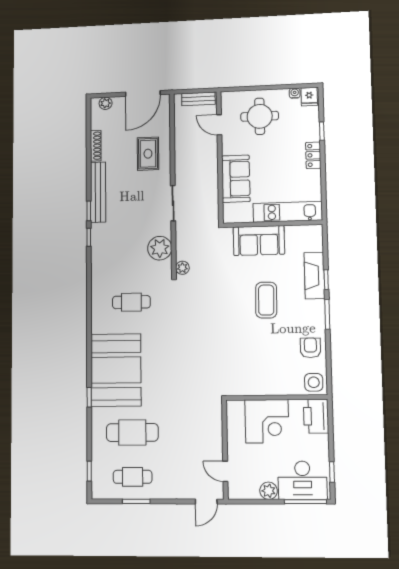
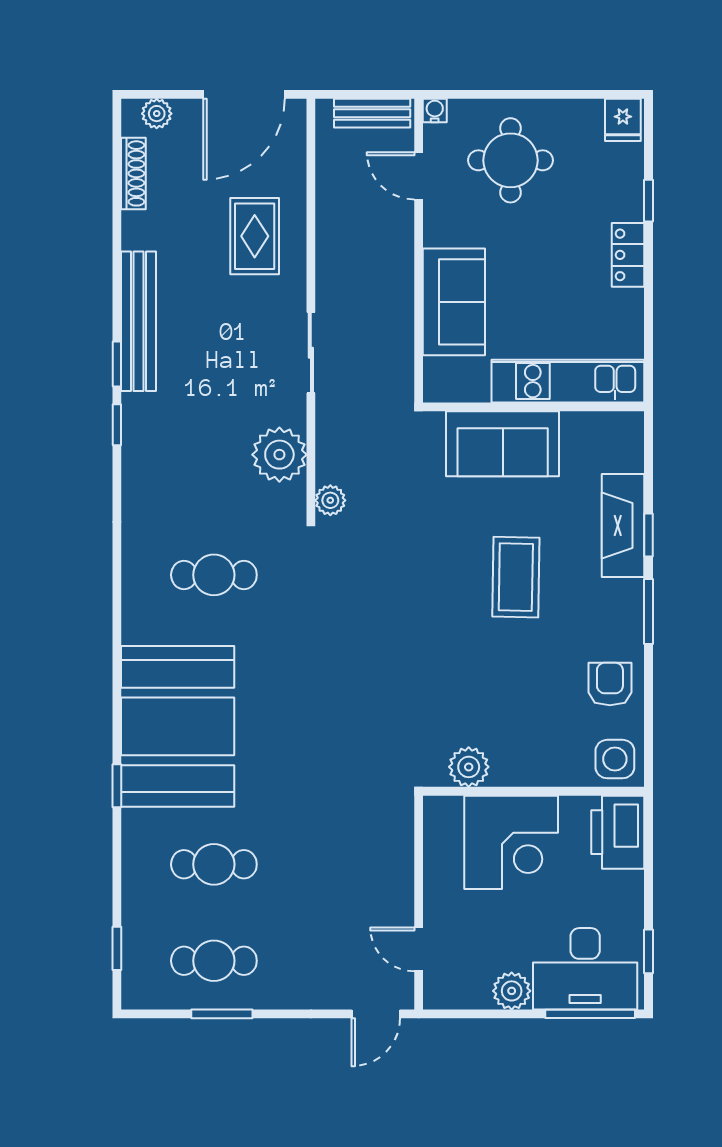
water cooler: (295, 93) -> (435, 110), moved
shoe rack: (96, 146) -> (133, 173), moved
plant: (247, 387) -> (469, 767), added
cafe table: (132, 432) -> (214, 864), width x0.73, depth x0.74

